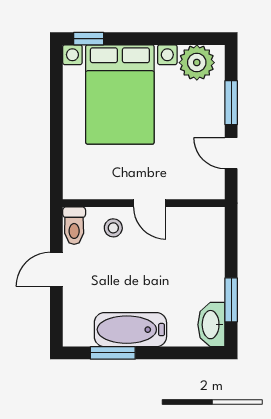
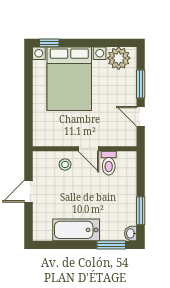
toilet: (74, 226) -> (109, 163), moved
washbasin: (211, 325) -> (131, 233), width x0.52, depth x0.69
window: (113, 353) -> (111, 245), moved

